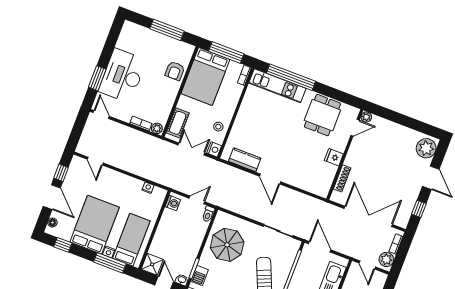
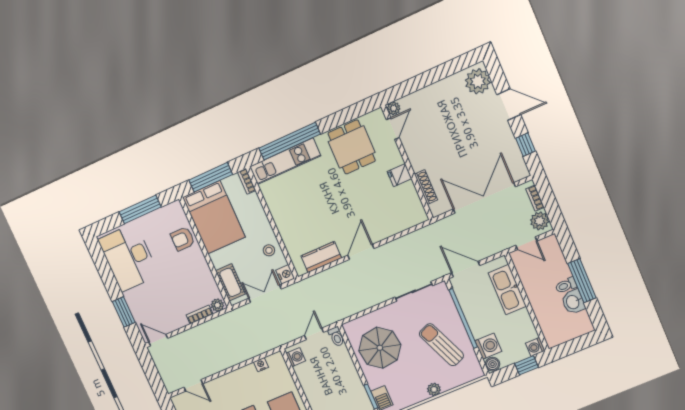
armchair: (175, 71) -> (183, 239), turned 90
desk: (122, 76) -> (129, 258), moved
door: (270, 179) -> (361, 252), swing flipped

